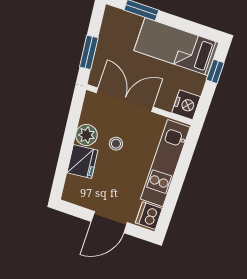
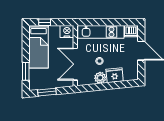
window: (89, 52) -> (47, 92), moved

